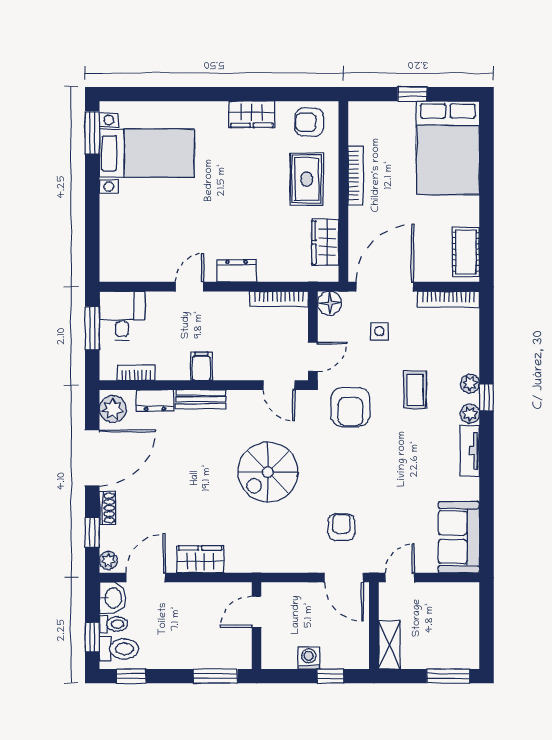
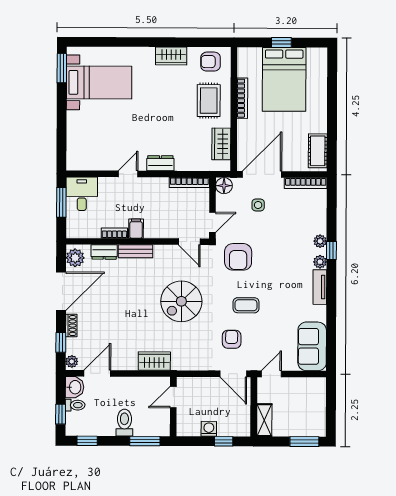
bed: (448, 148) -> (284, 79), moved
bookcase: (136, 373) -> (114, 233), moved
coffee table: (415, 390) -> (246, 305), moved, turned 90
wardrobe: (200, 559) -> (154, 361), moved
toilet: (119, 649) -> (124, 423), moved, turned -90

